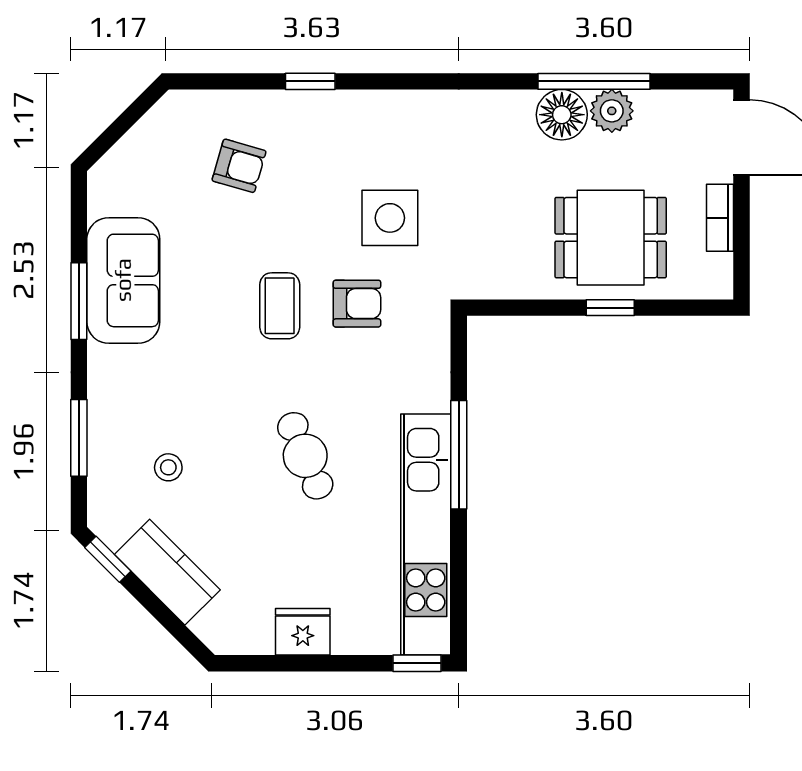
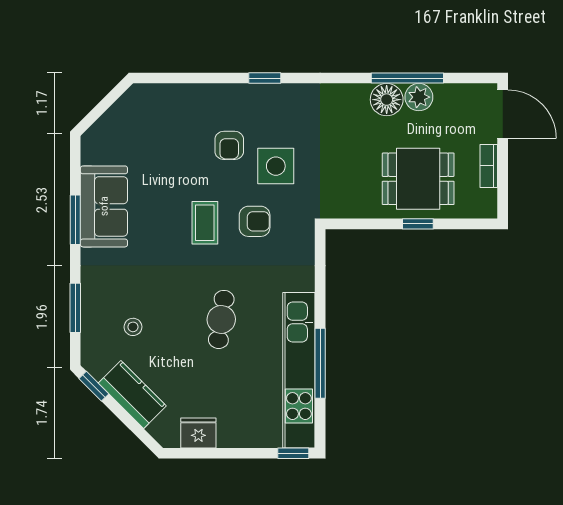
window: (310, 81) -> (265, 78), moved
armchair: (239, 166) -> (229, 145), moved, turned 74
window: (459, 455) -> (320, 363), moved
cafe table: (305, 456) -> (221, 319), turned 31
fridge: (303, 632) -> (198, 433), moved

